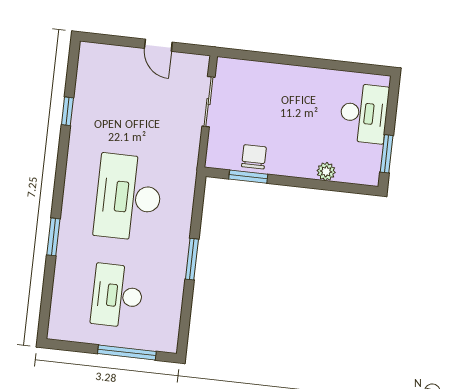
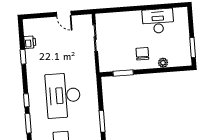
printer: (85, 86) -> (30, 42), added
desk: (364, 113) -> (158, 21), moved, turned -90
chair: (254, 157) -> (142, 54), moved
window: (58, 193) -> (26, 100), added

